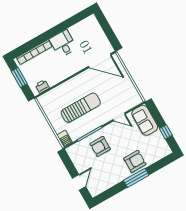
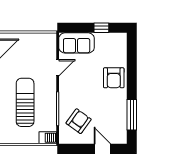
armchair: (100, 146) -> (79, 121), moved, turned -144
armchair: (135, 161) -> (114, 78), turned 180
window: (136, 178) -> (132, 115), moved

